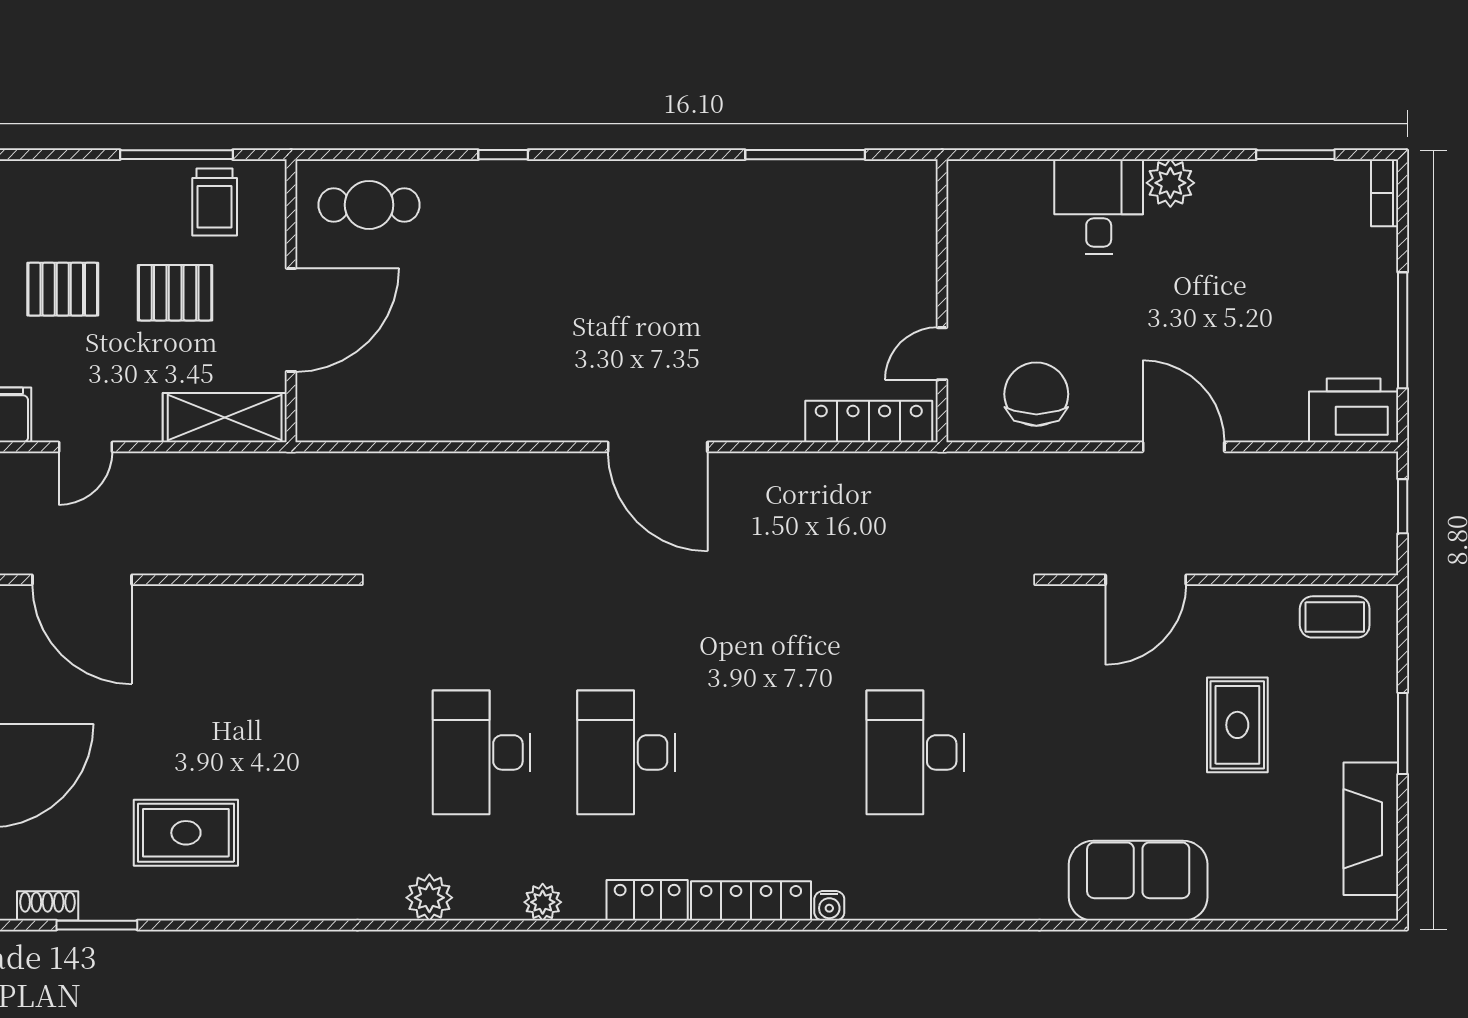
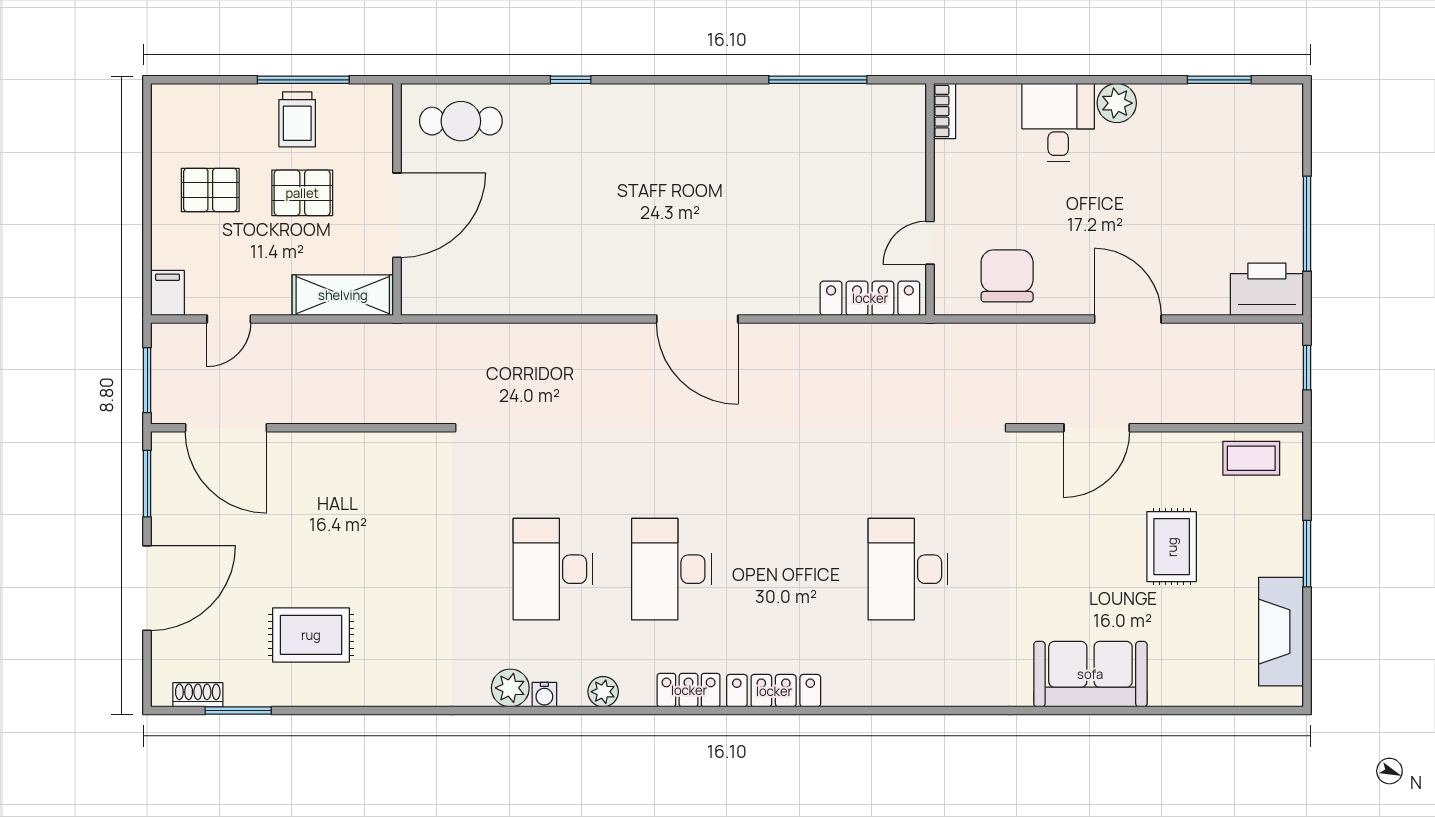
bookcase: (1385, 193) -> (945, 111), moved, turned 180
trolley: (215, 202) -> (297, 119), moved
water cooler: (829, 906) -> (544, 695), moved

